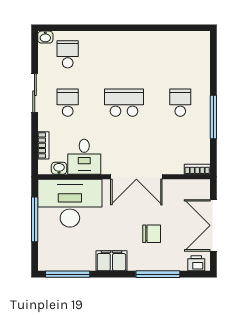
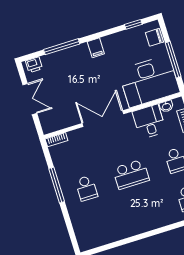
double door: (213, 225) -> (30, 99), width x0.73
chair: (152, 234) -> (154, 37), moved
filing cabinet: (111, 261) -> (96, 48), width x0.50
window: (68, 274) -> (133, 24), width x0.46

